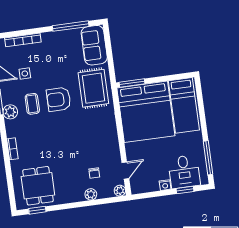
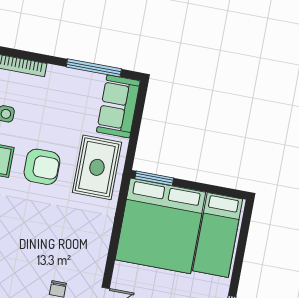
armchair: (59, 99) -> (42, 167), turned 180

